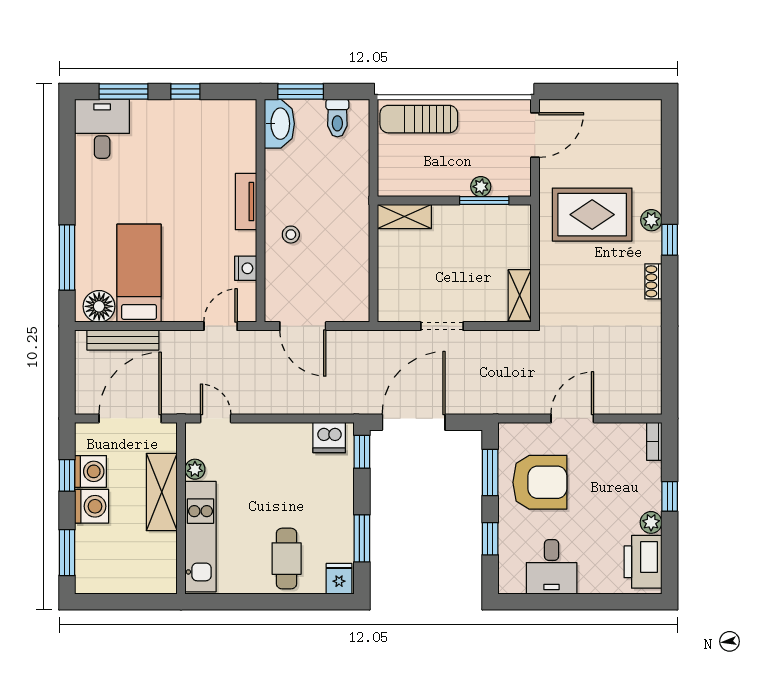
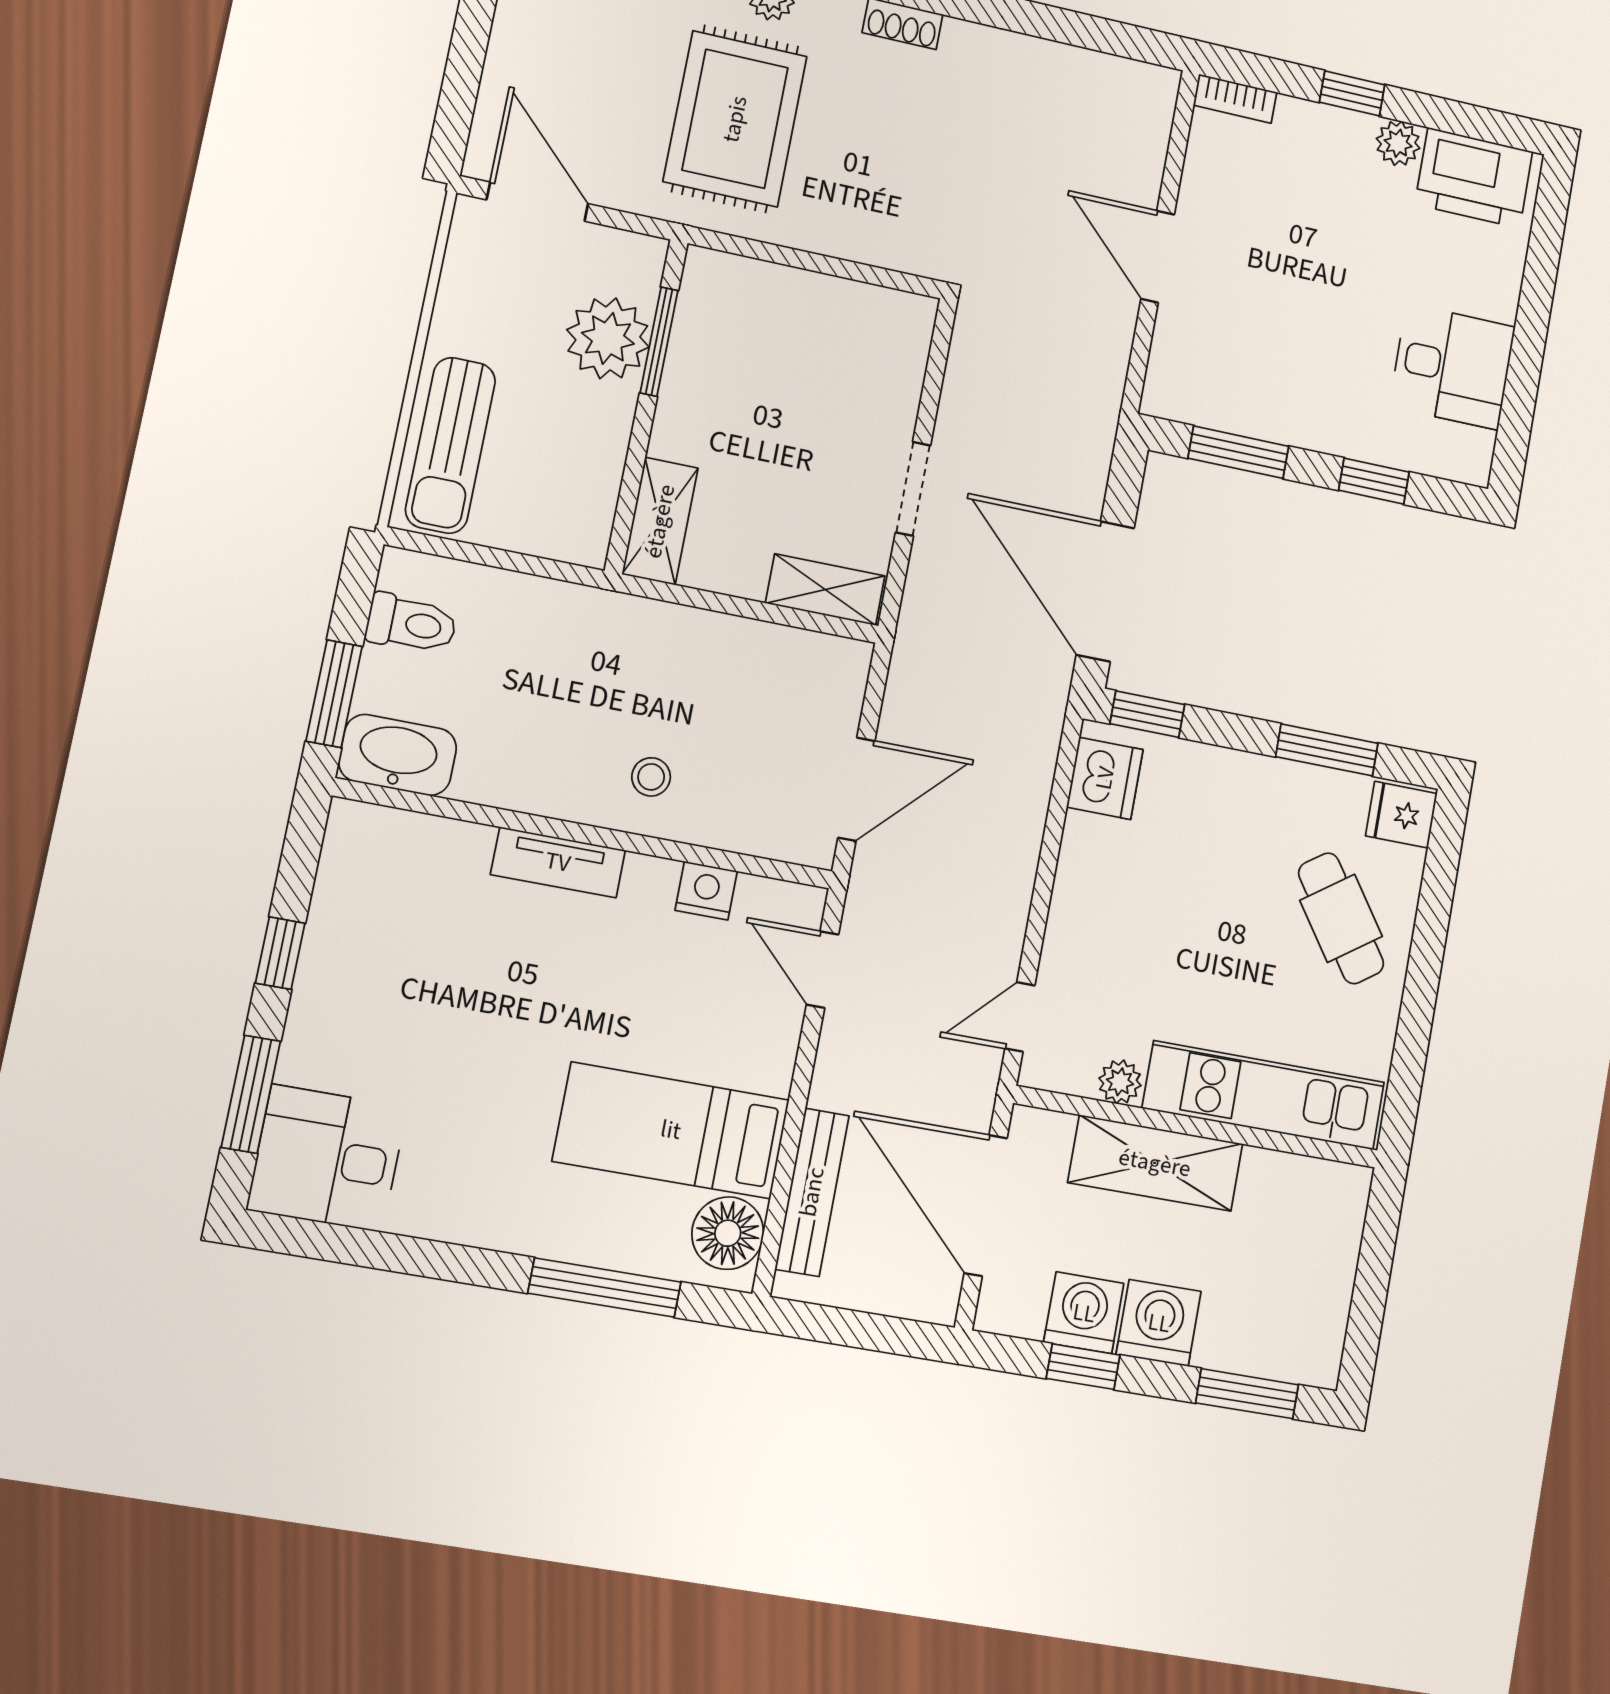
plant: (481, 187) -> (608, 338), width x1.88, depth x1.88
shelving: (520, 295) -> (825, 590), moved
armchair: (540, 482) -> (1277, 353), removed
cafe table: (287, 559) -> (1341, 918), turned 55

